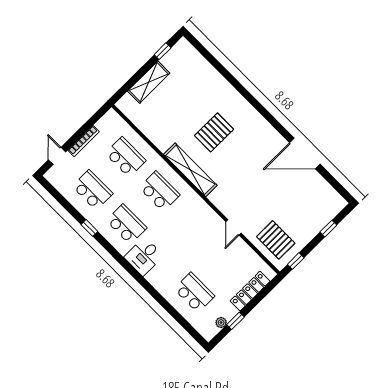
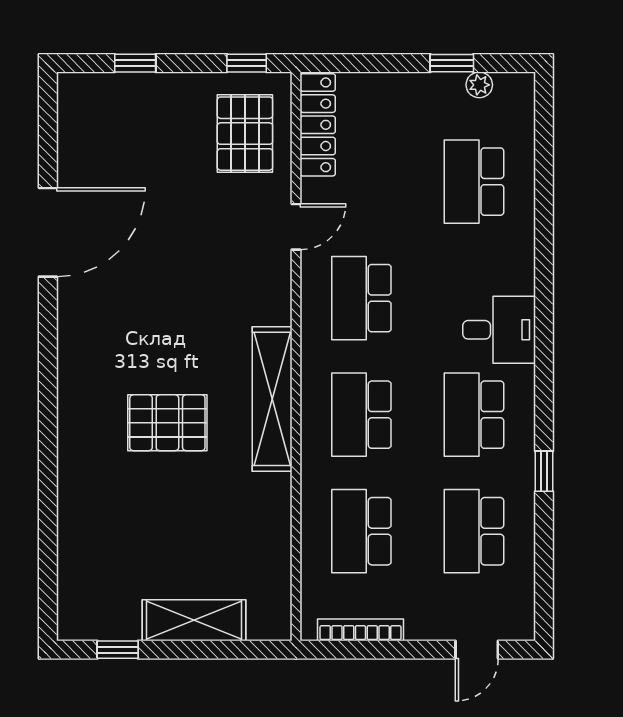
bookcase: (84, 141) -> (361, 630), moved
door: (305, 153) -> (48, 232), hinge flipped
school desk: (193, 226) -> (361, 298), added
locker: (250, 291) -> (318, 125), moved, turned -90

